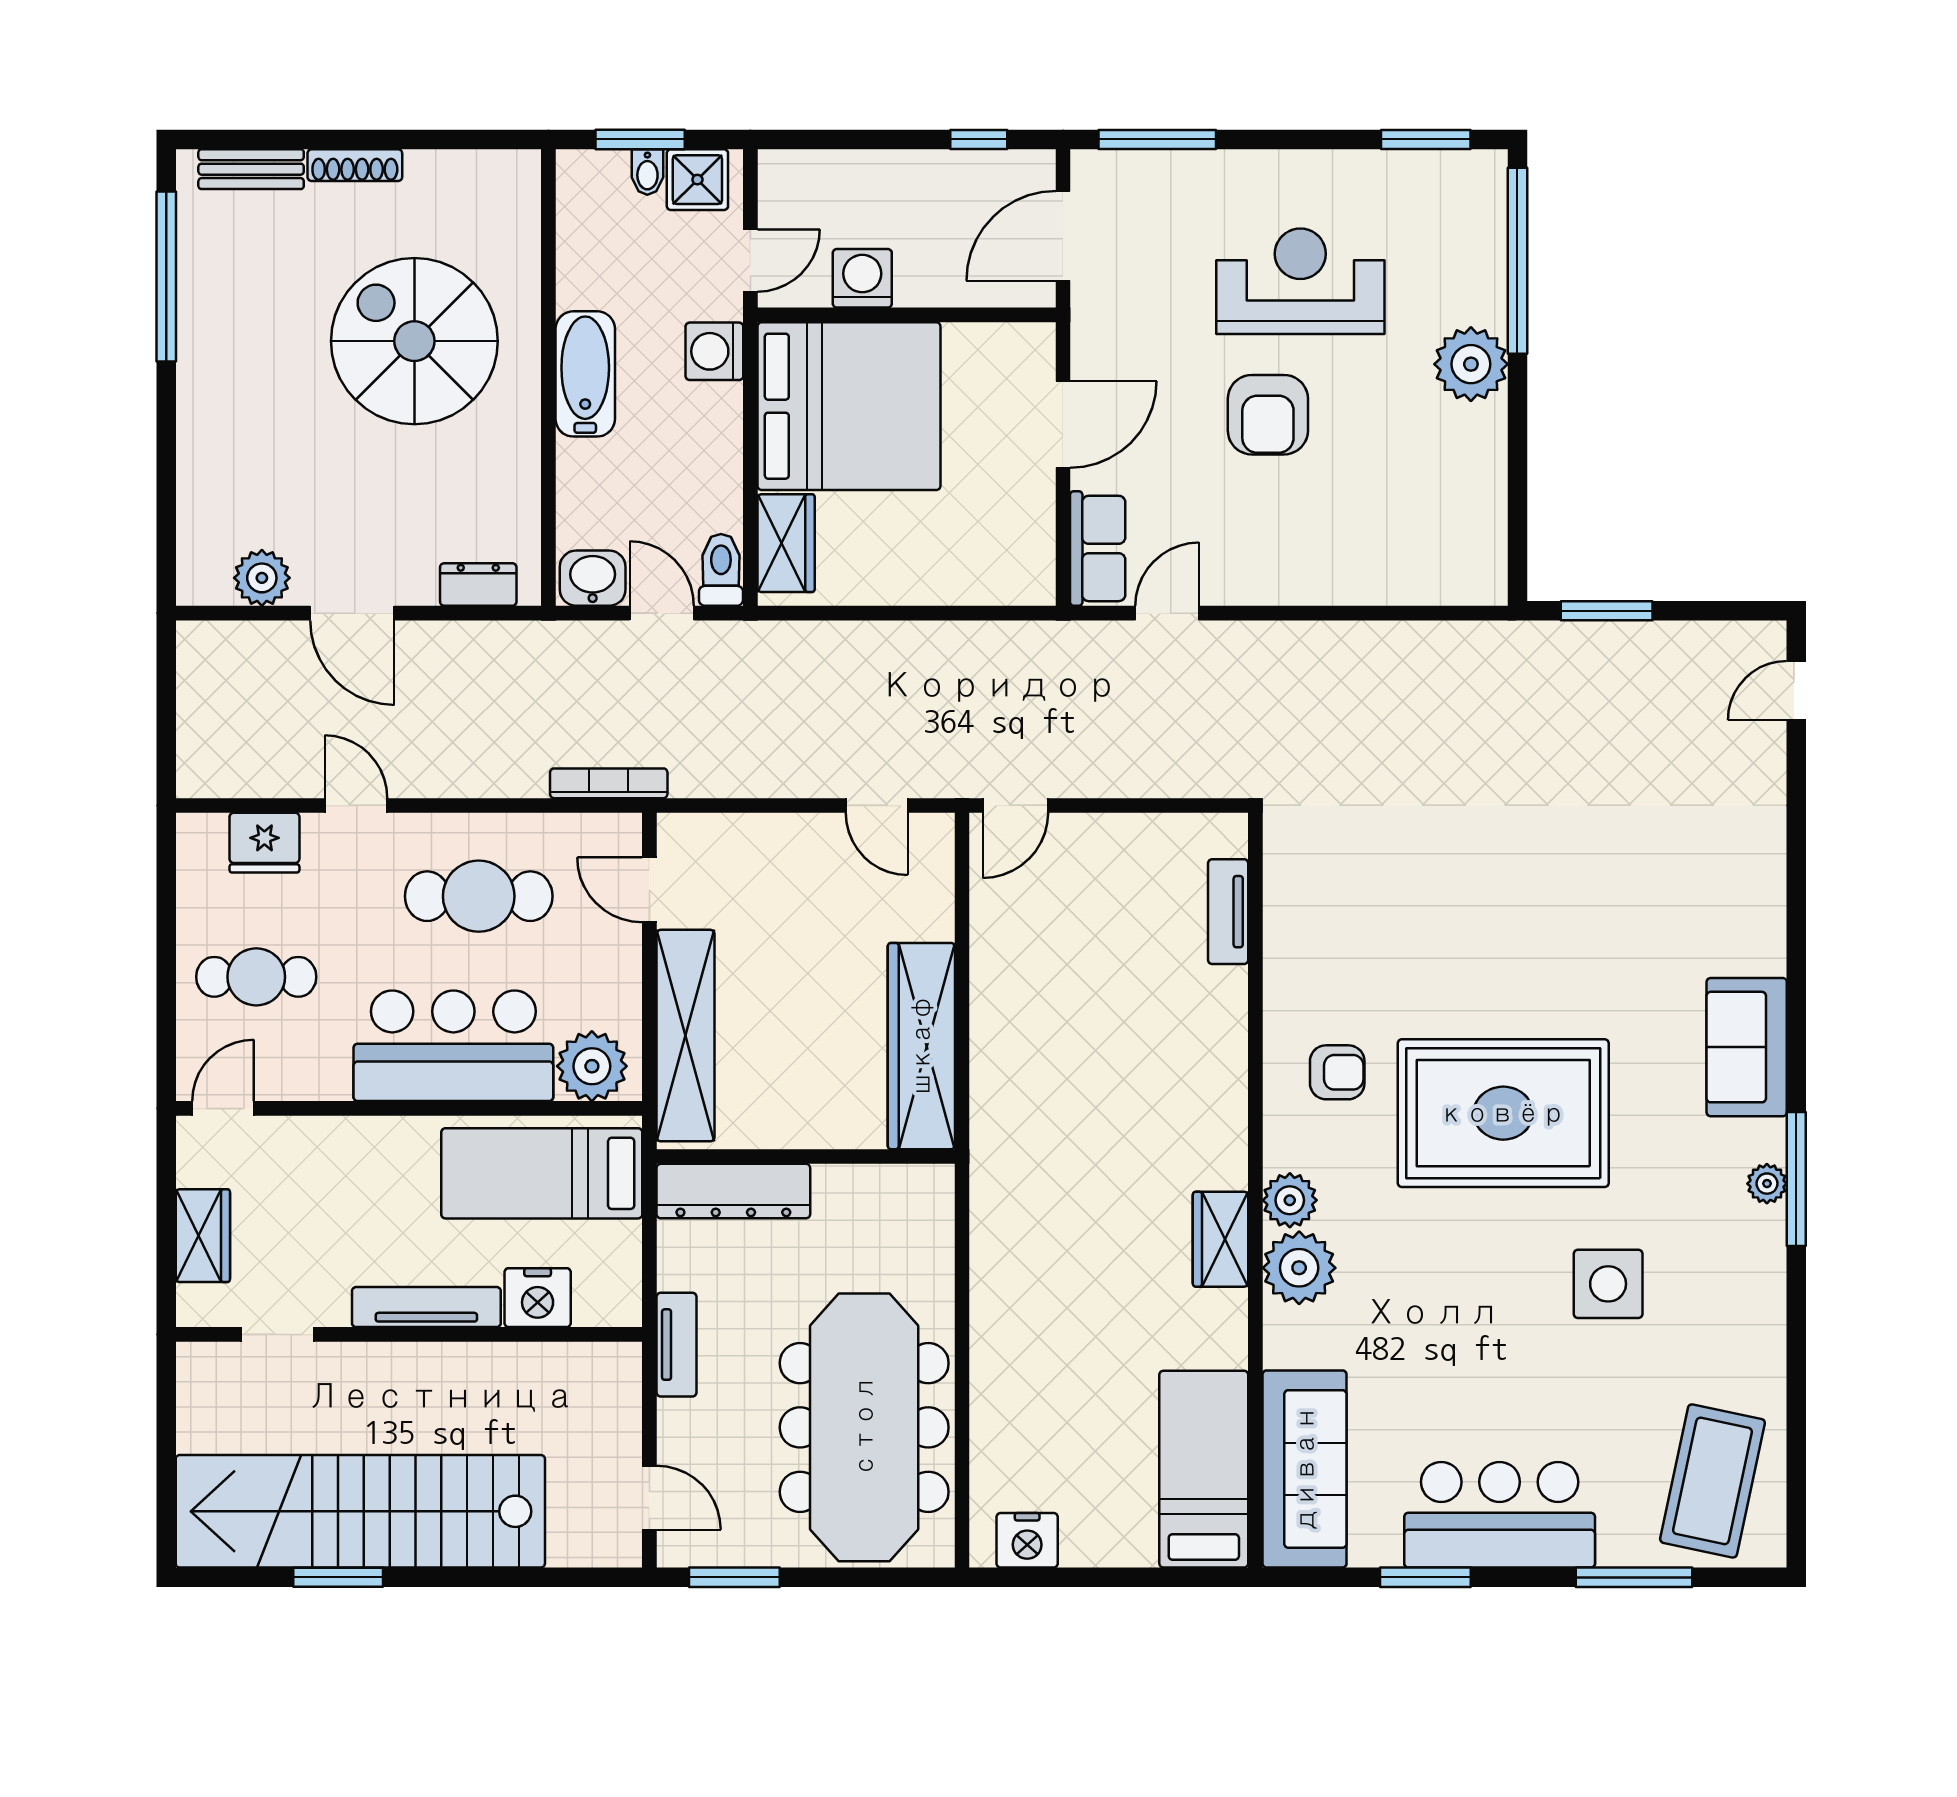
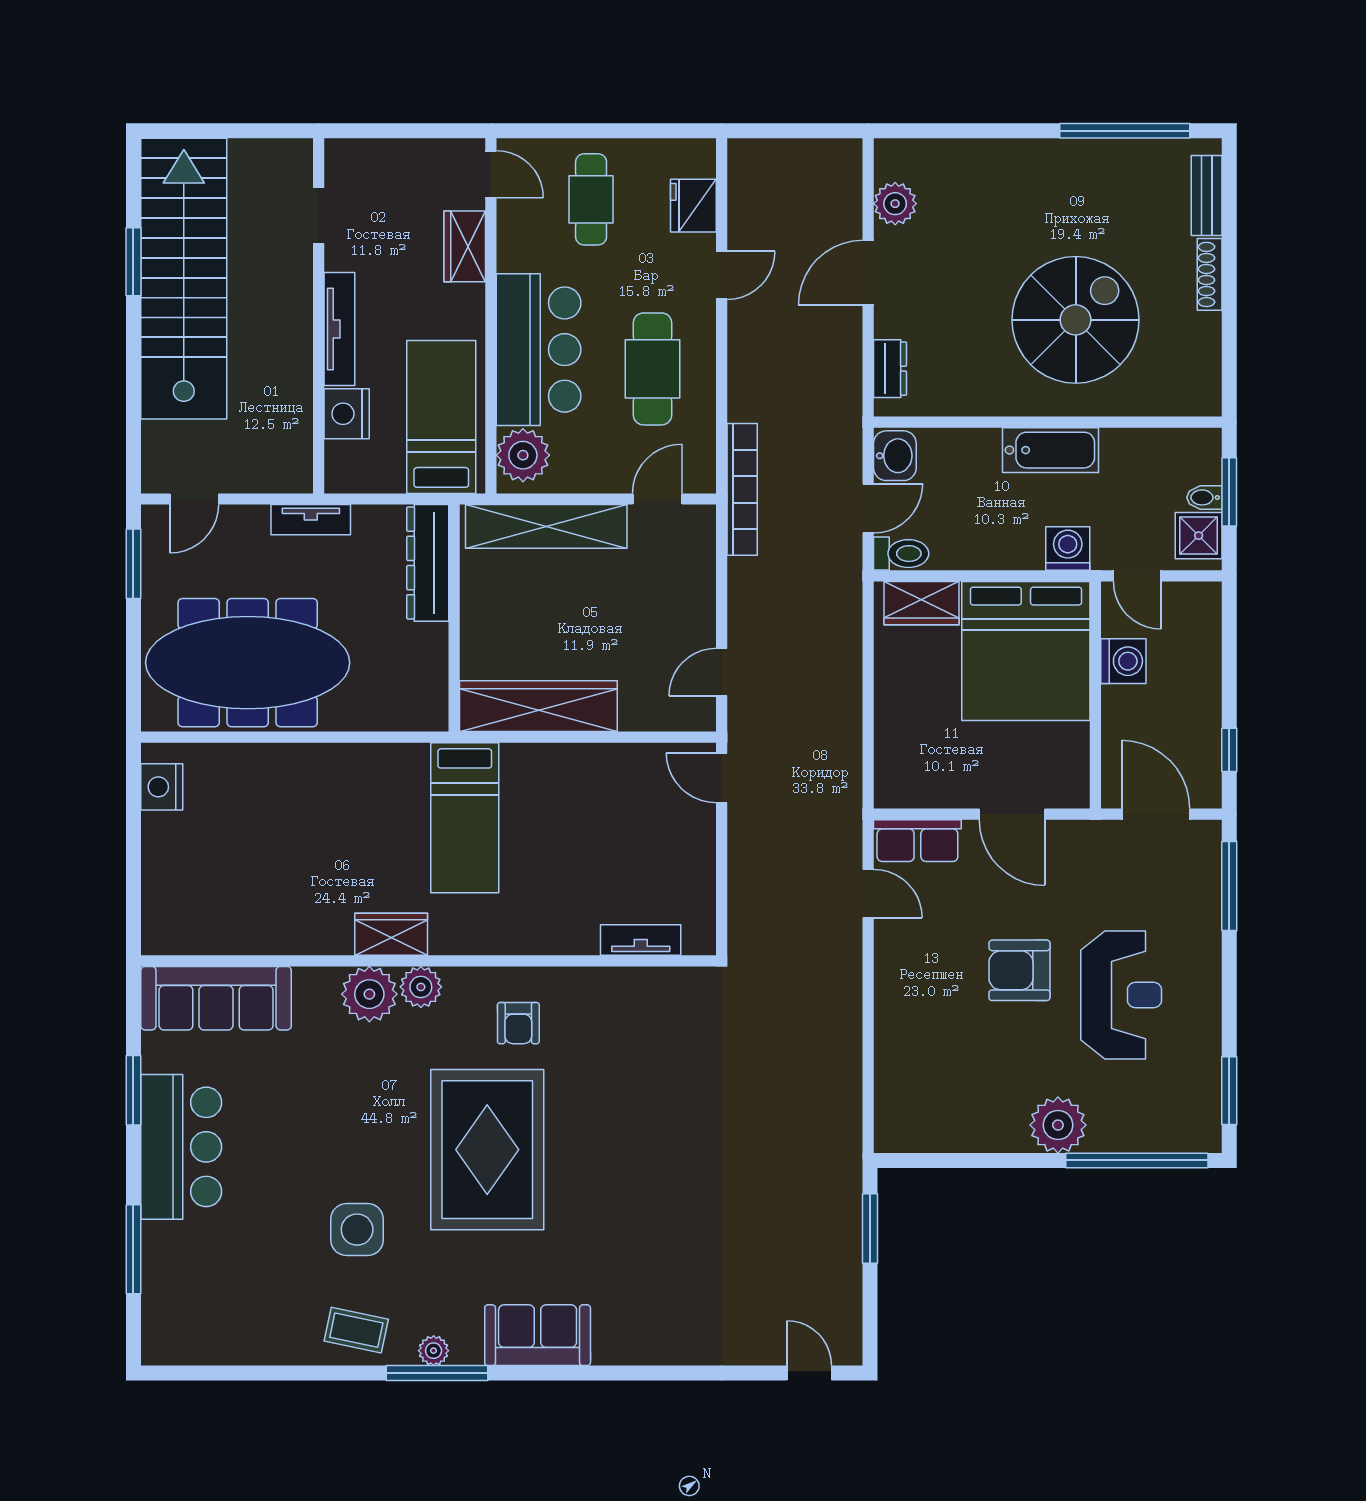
bookcase: (609, 783) -> (742, 489), width x1.48, depth x1.31
wardrobe: (203, 1236) -> (465, 246), moved, turned 90
bed: (1204, 1469) -> (465, 818), moved, turned 90
coffee table: (1712, 1481) -> (356, 1330), moved, width x0.54, depth x0.58

